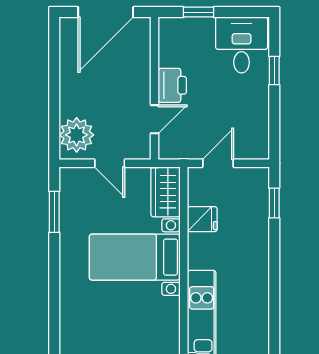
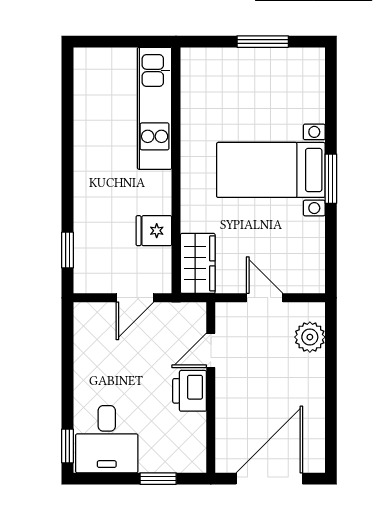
window: (274, 71) -> (68, 446), moved
plant: (77, 135) -> (310, 337), width x0.73, depth x0.73
window: (54, 212) -> (331, 179), moved
bed with nightstands: (135, 257) -> (271, 170), moved, turned 180

